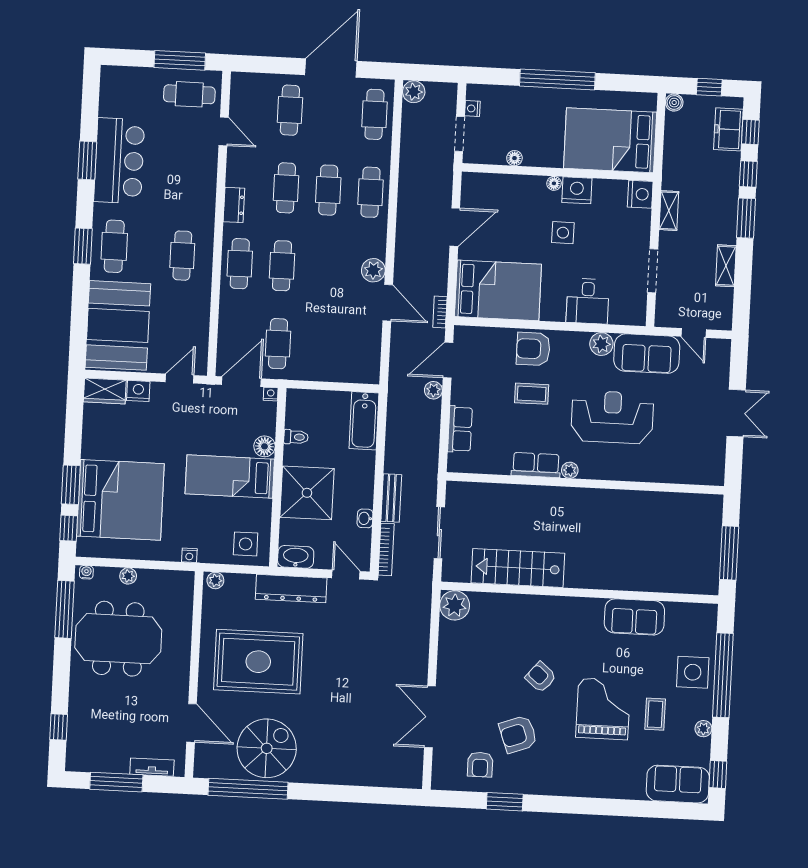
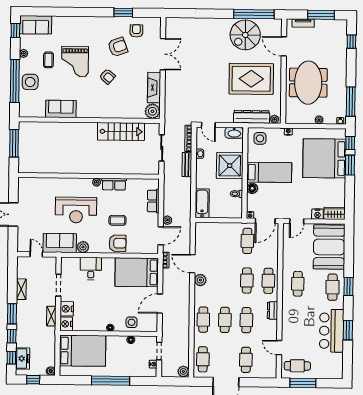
nightstand: (577, 190) -> (67, 309), moved, turned 90
side table: (563, 233) -> (132, 322), moved
dresser: (291, 589) -> (252, 117), moved
meeting table: (118, 639) -> (308, 83), moved, turned 90
fireplace: (450, 652) -> (154, 88), added

